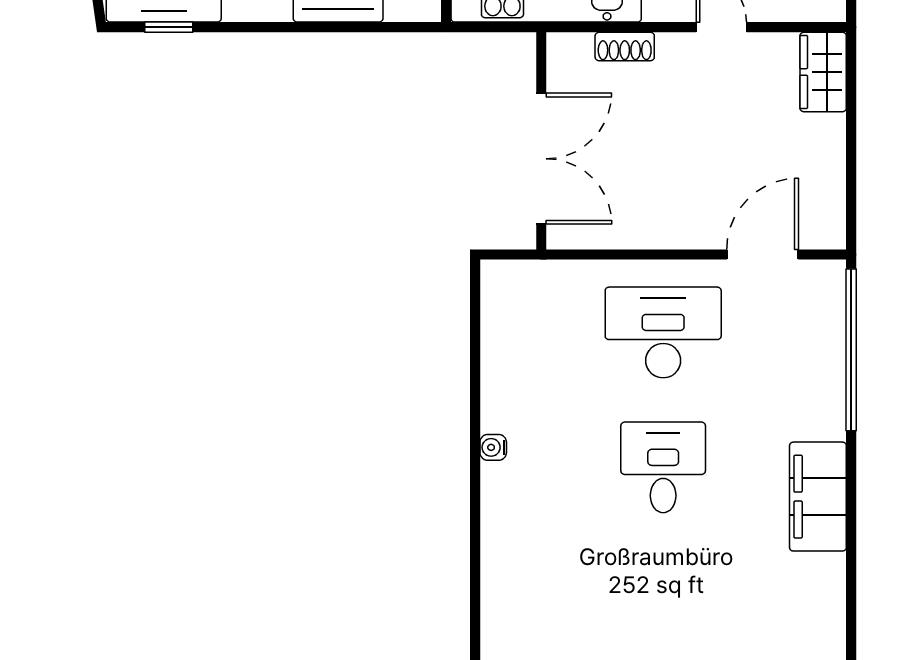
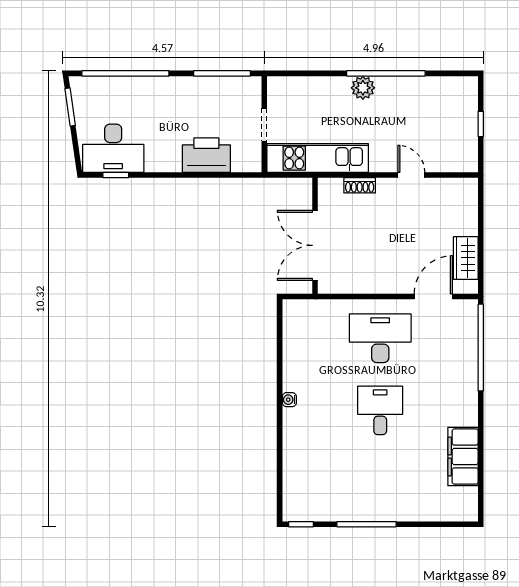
wardrobe: (823, 72) -> (466, 258), moved
double door: (541, 159) -> (315, 245), swing flipped
filing cabinet: (818, 497) -> (463, 457), moved

